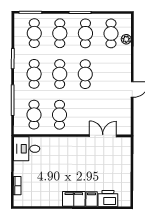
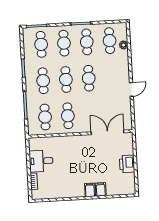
double door: (103, 136) -> (108, 132), width x1.37
desk: (27, 149) -> (41, 161), moved
printer: (108, 198) -> (127, 164), moved, turned -90
filing cabinet: (74, 199) -> (90, 190), width x0.50

